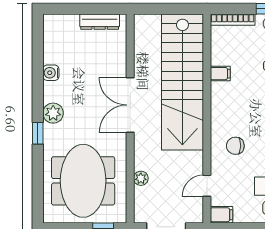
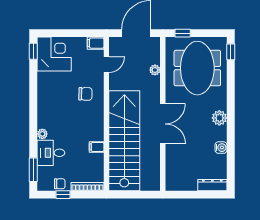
dresser: (100, 22) -> (212, 185), moved
window: (38, 133) -> (231, 52), moved

